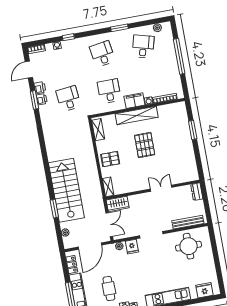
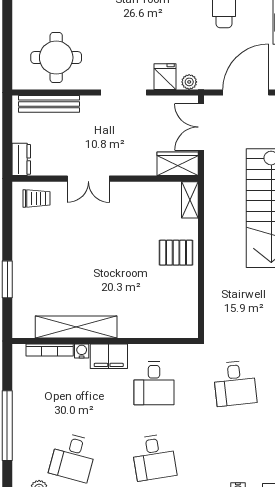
shelving: (137, 115) -> (76, 327), moved
shelving: (98, 130) -> (189, 313), removed
pallet: (145, 145) -> (105, 267), removed
trolley: (185, 173) -> (37, 198), added

